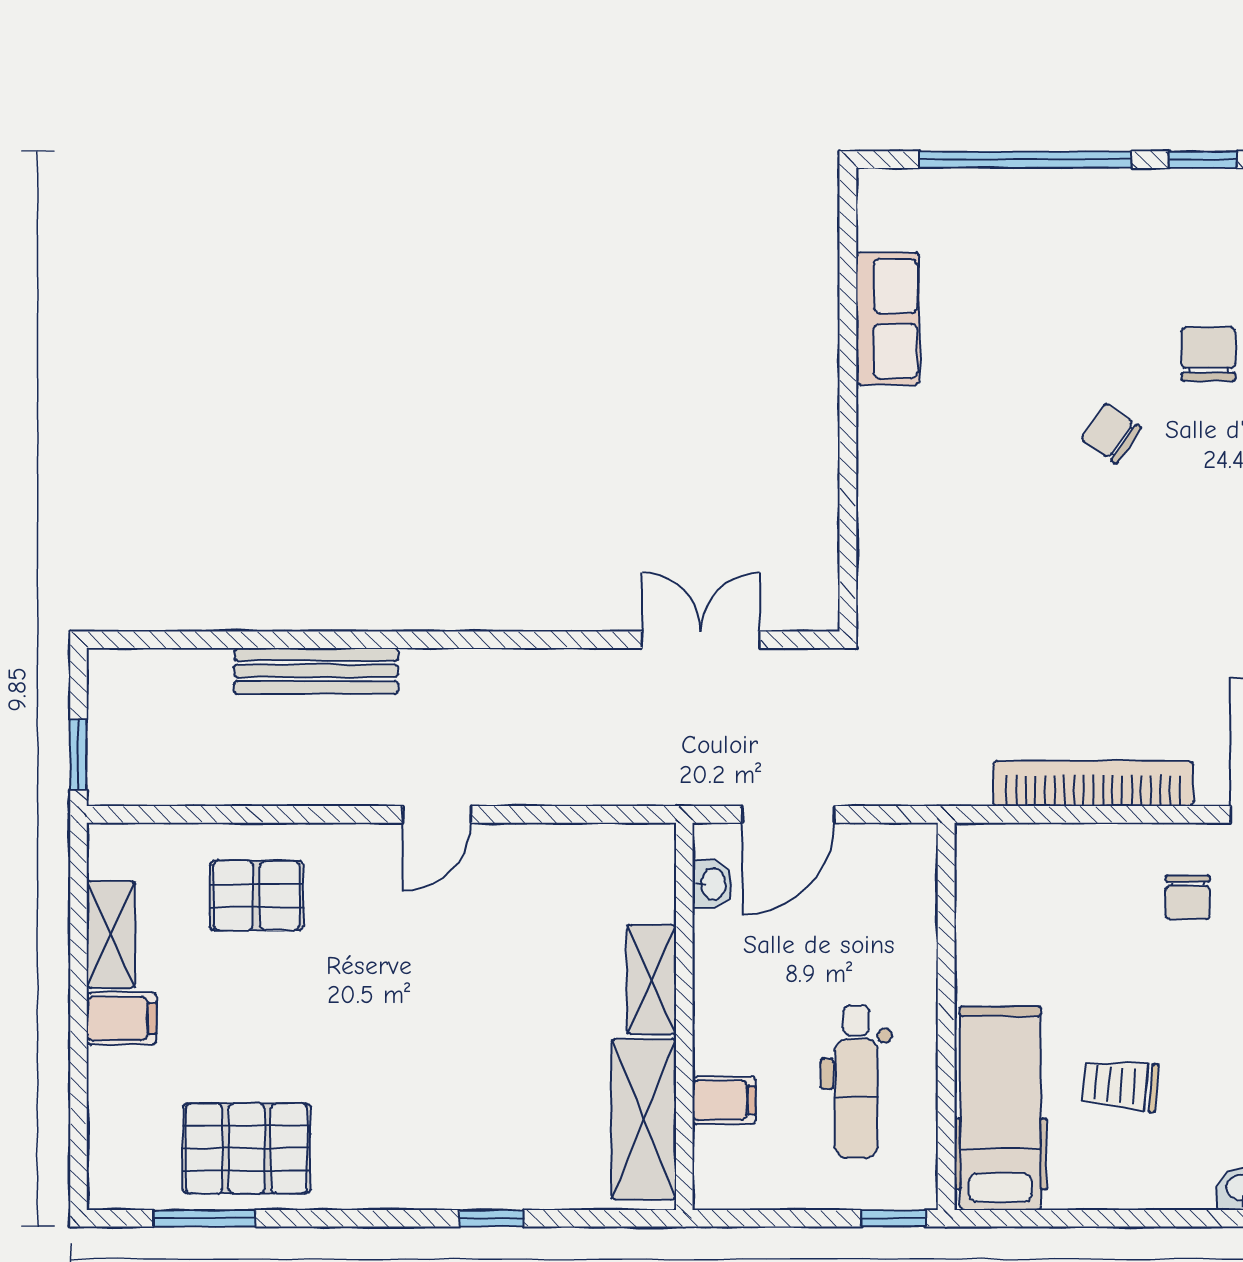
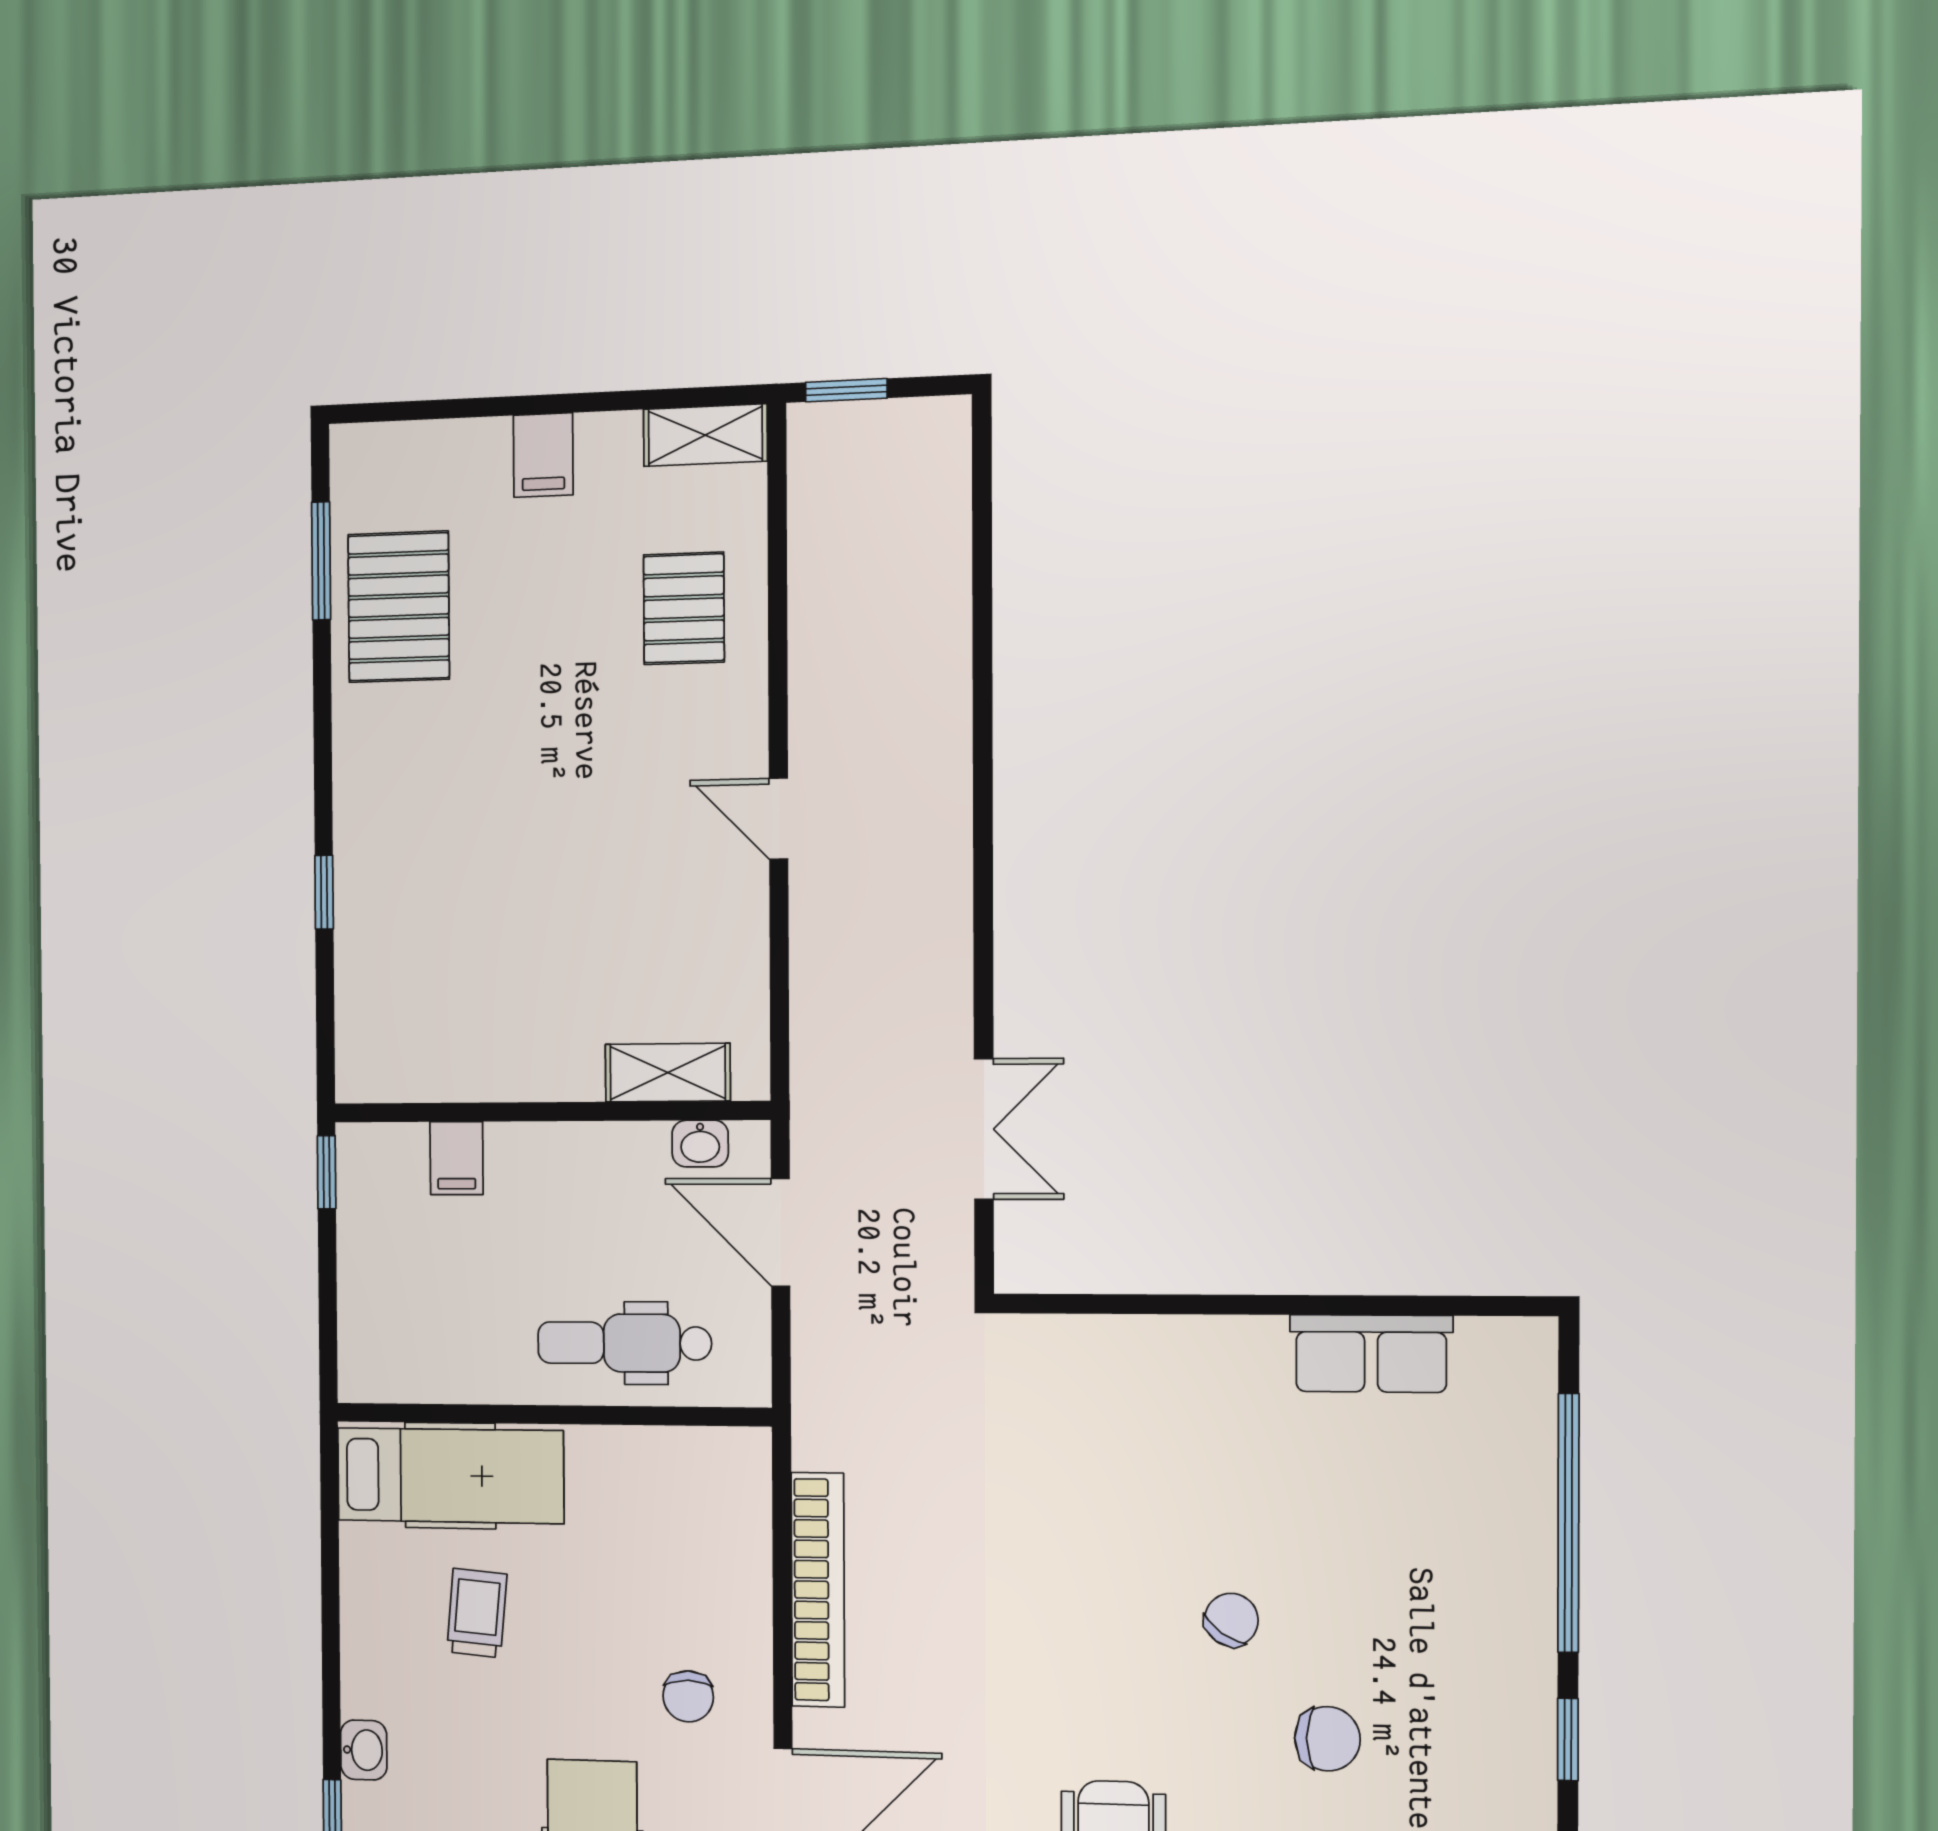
bench: (316, 671) -> (946, 671), removed
chair: (1188, 897) -> (688, 1696), turned -90
shelving: (111, 934) -> (705, 435), moved
shelving: (651, 980) -> (668, 1073), moved
dental chair: (856, 1082) -> (624, 1343), moved
shelving: (644, 1119) -> (435, 1066), removed
window: (894, 1218) -> (327, 1172), moved

